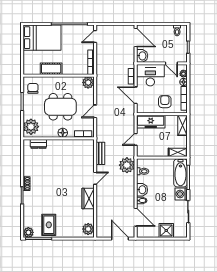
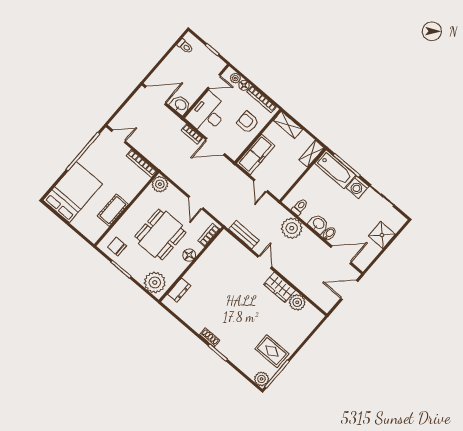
door: (95, 36) -> (119, 136), swing flipped
plant: (127, 165) -> (292, 228), moved
plant: (88, 229) -> (297, 302), moved

